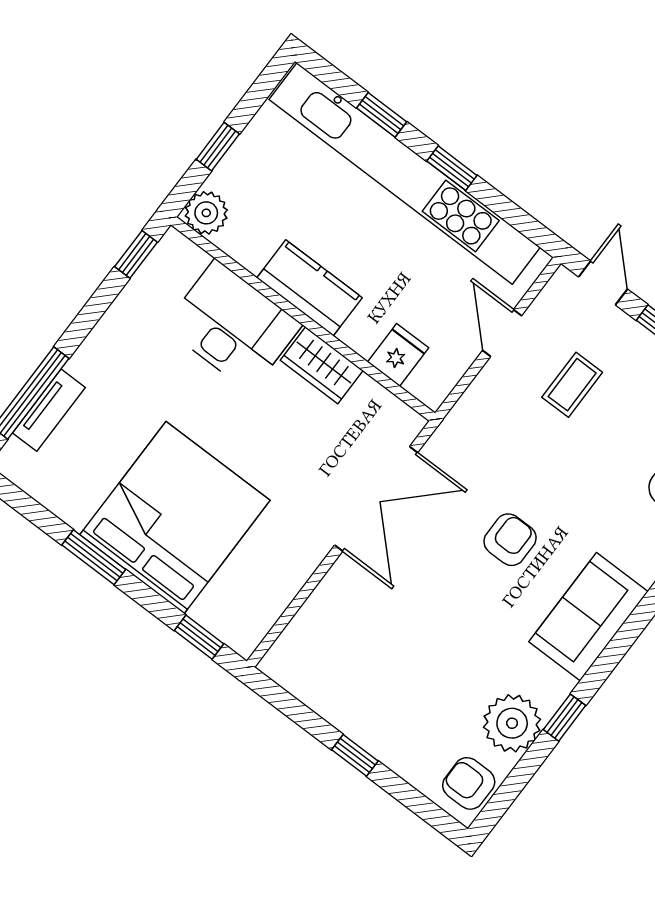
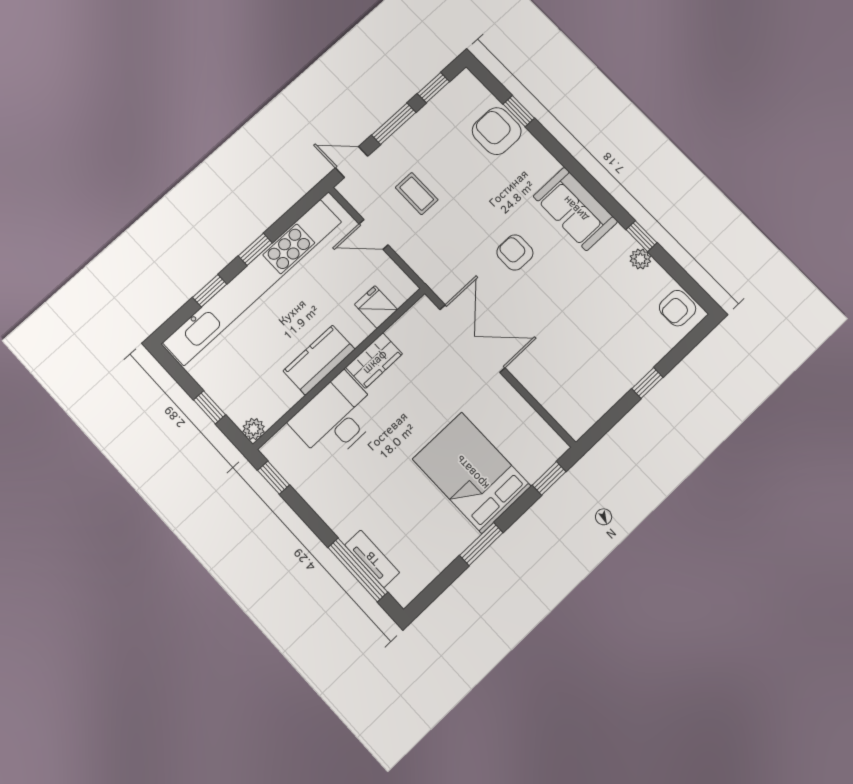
plant: (206, 213) -> (254, 429), width x0.73, depth x0.73
bed: (175, 518) -> (472, 473), width x0.73
plant: (512, 723) -> (640, 259), width x0.53, depth x0.53

